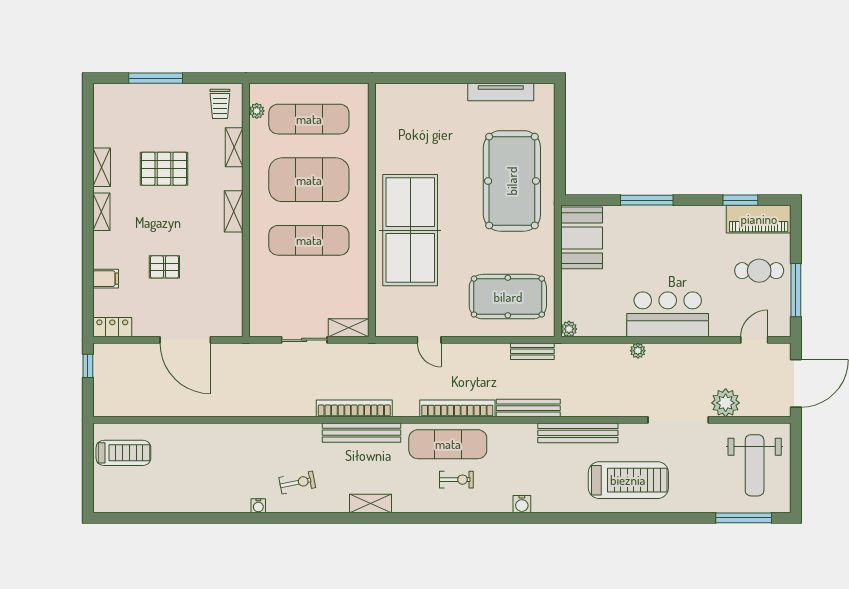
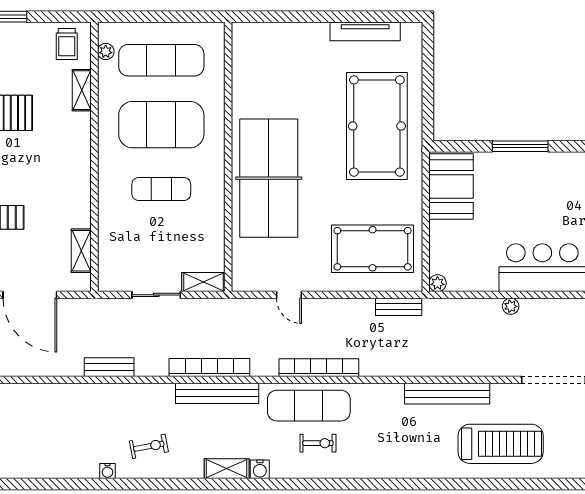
shelving: (234, 211) -> (81, 251), moved
exercise mat: (309, 240) -> (161, 189), width x0.73, depth x0.69
bench: (528, 408) -> (109, 367), moved, width x0.73
water cooler: (522, 504) -> (260, 469), moved

